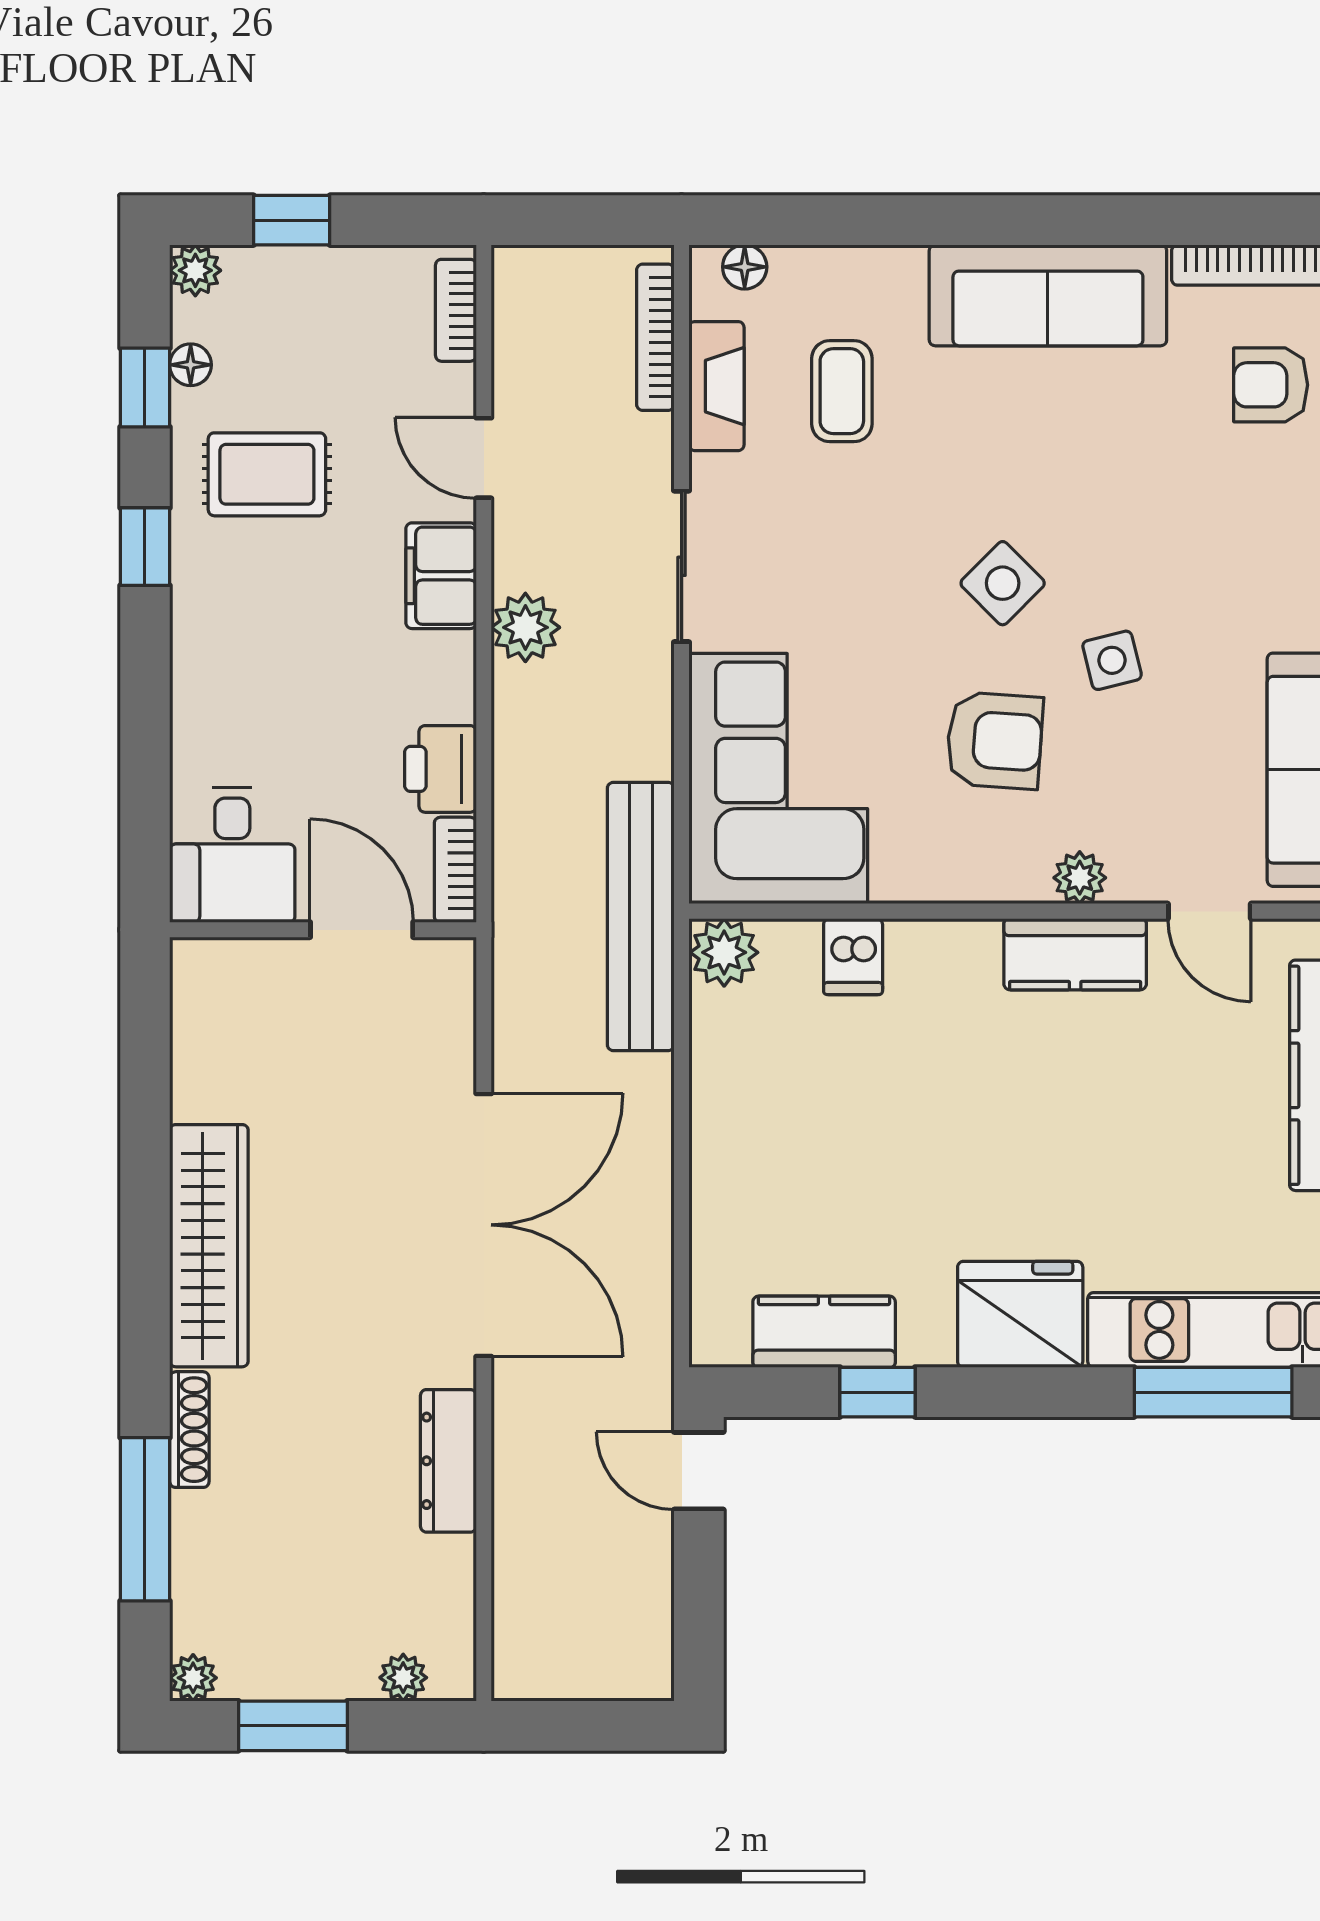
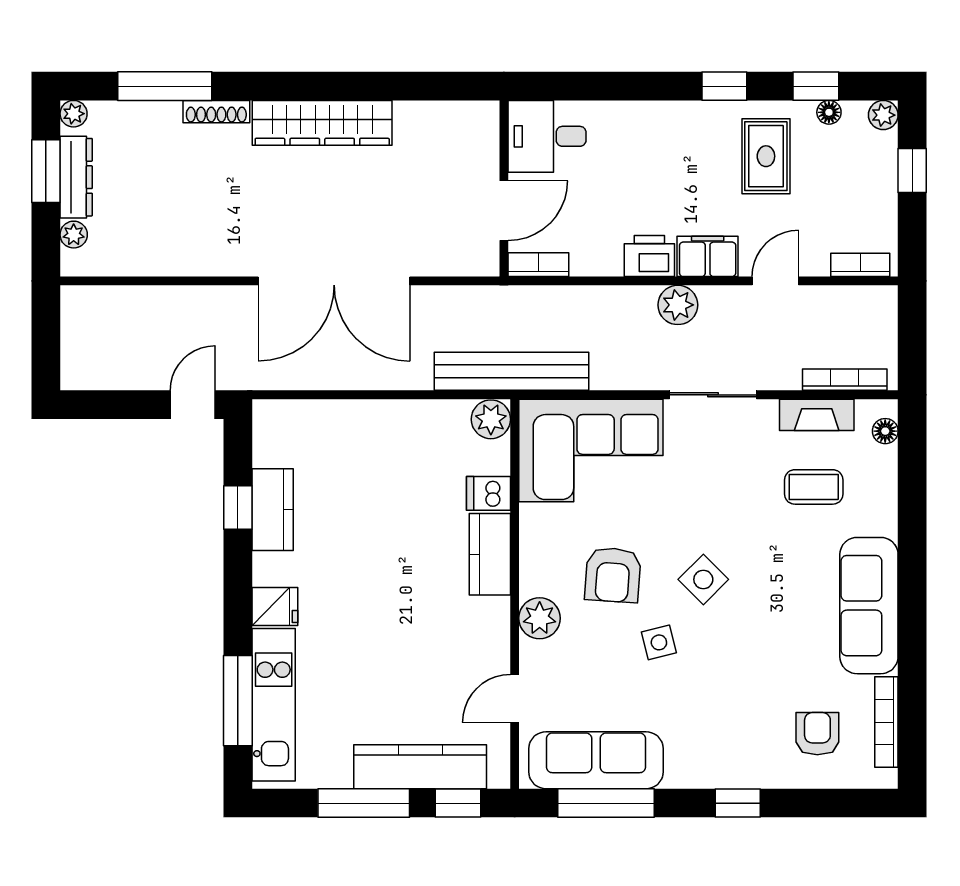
printer: (440, 769) -> (649, 256), moved
plant: (1080, 878) -> (540, 618), width x1.38, depth x1.38
kitchen counter: (1075, 954) -> (490, 554), moved
fridge: (1020, 1314) -> (275, 607), width x0.53, depth x0.75
kitchen counter: (824, 1332) -> (273, 510), moved
dresser: (448, 1461) -> (76, 177), moved, turned 90

